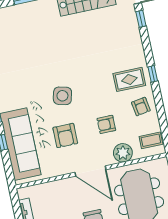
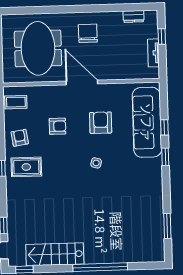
side table: (62, 96) -> (96, 163), width x0.54, depth x0.54
plant: (123, 153) -> (46, 95), removed

